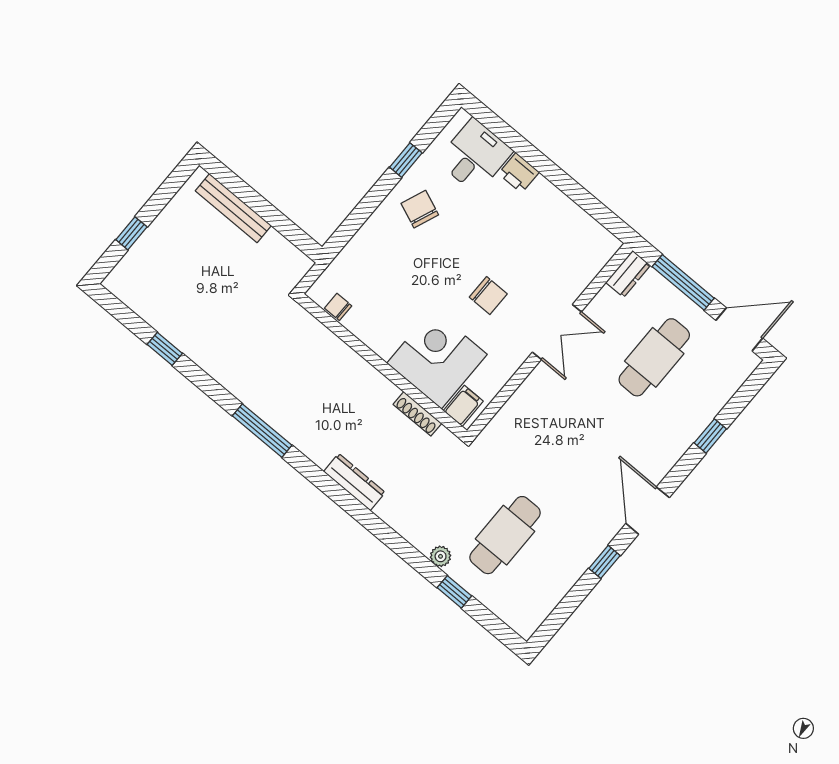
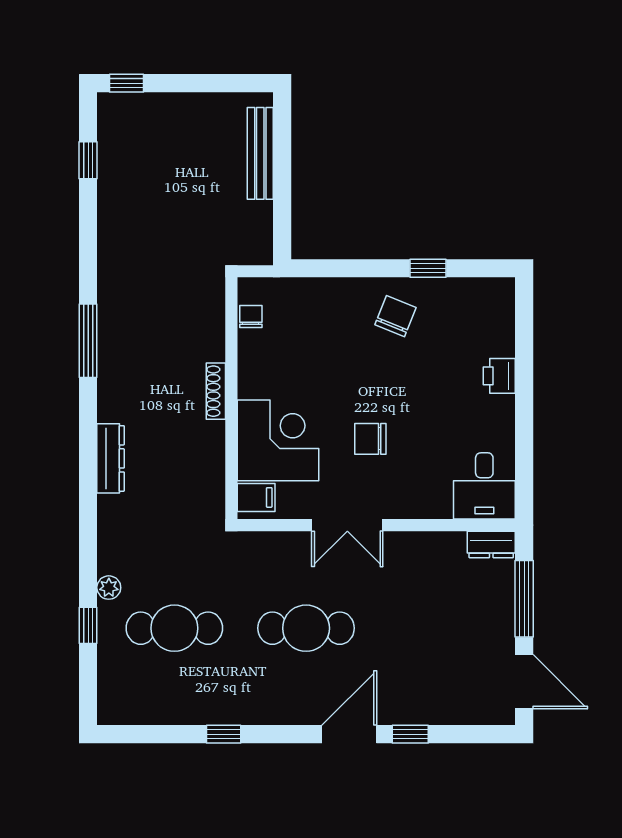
desk: (475, 156) -> (484, 486), moved, turned 90
window: (131, 233) -> (126, 83), moved
chair: (488, 296) -> (370, 439), turned 90
double door: (557, 332) -> (347, 525), moved
window: (165, 349) -> (88, 160), moved
cafe table: (654, 357) -> (306, 628), moved
shoe rack: (417, 414) -> (216, 391), moved
door: (648, 511) -> (349, 734), moved

